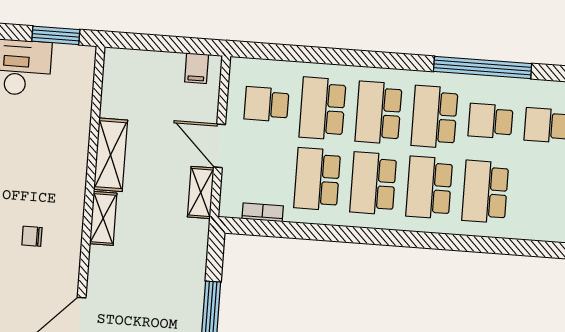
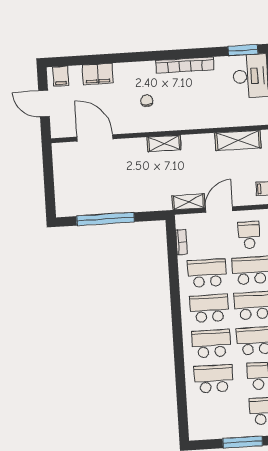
shelving: (111, 155) -> (238, 140), moved

